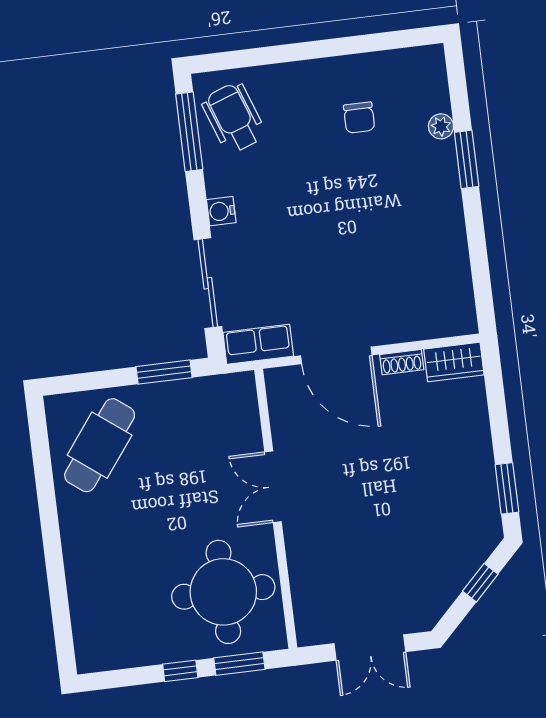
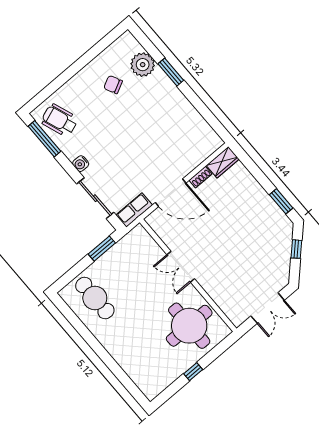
chair: (359, 118) -> (113, 85), turned 153
plant: (441, 126) -> (143, 65), width x1.88, depth x1.88
cafe table: (100, 445) -> (95, 298), turned -37
window: (239, 664) -> (216, 352), removed

